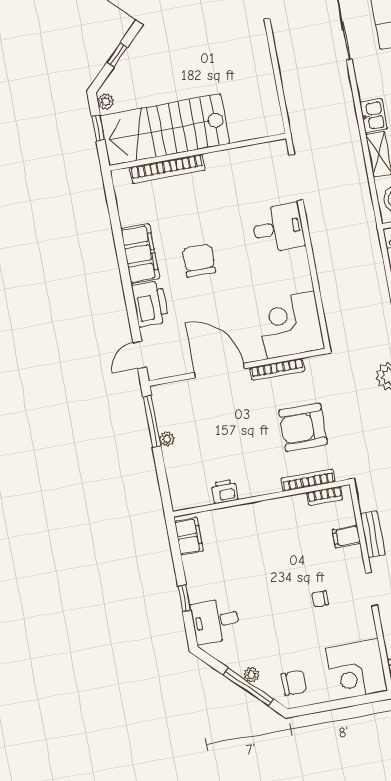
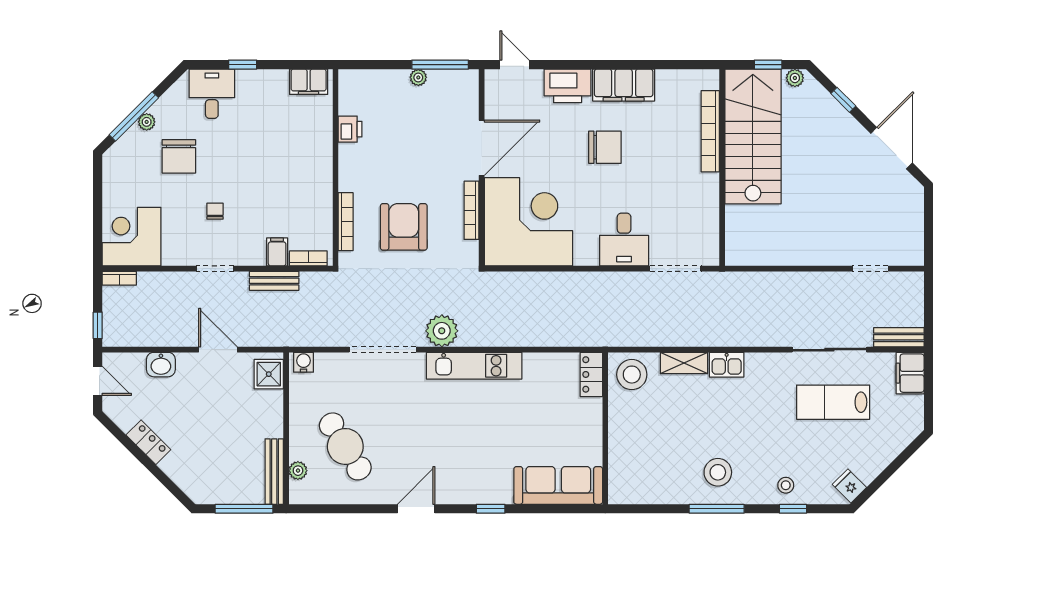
corner desk: (290, 325) -> (529, 222), width x1.36, depth x1.36
bookcase: (325, 496) -> (308, 258), moved, turned 90
chair: (294, 683) -> (179, 156), moved, width x1.37, depth x1.37

